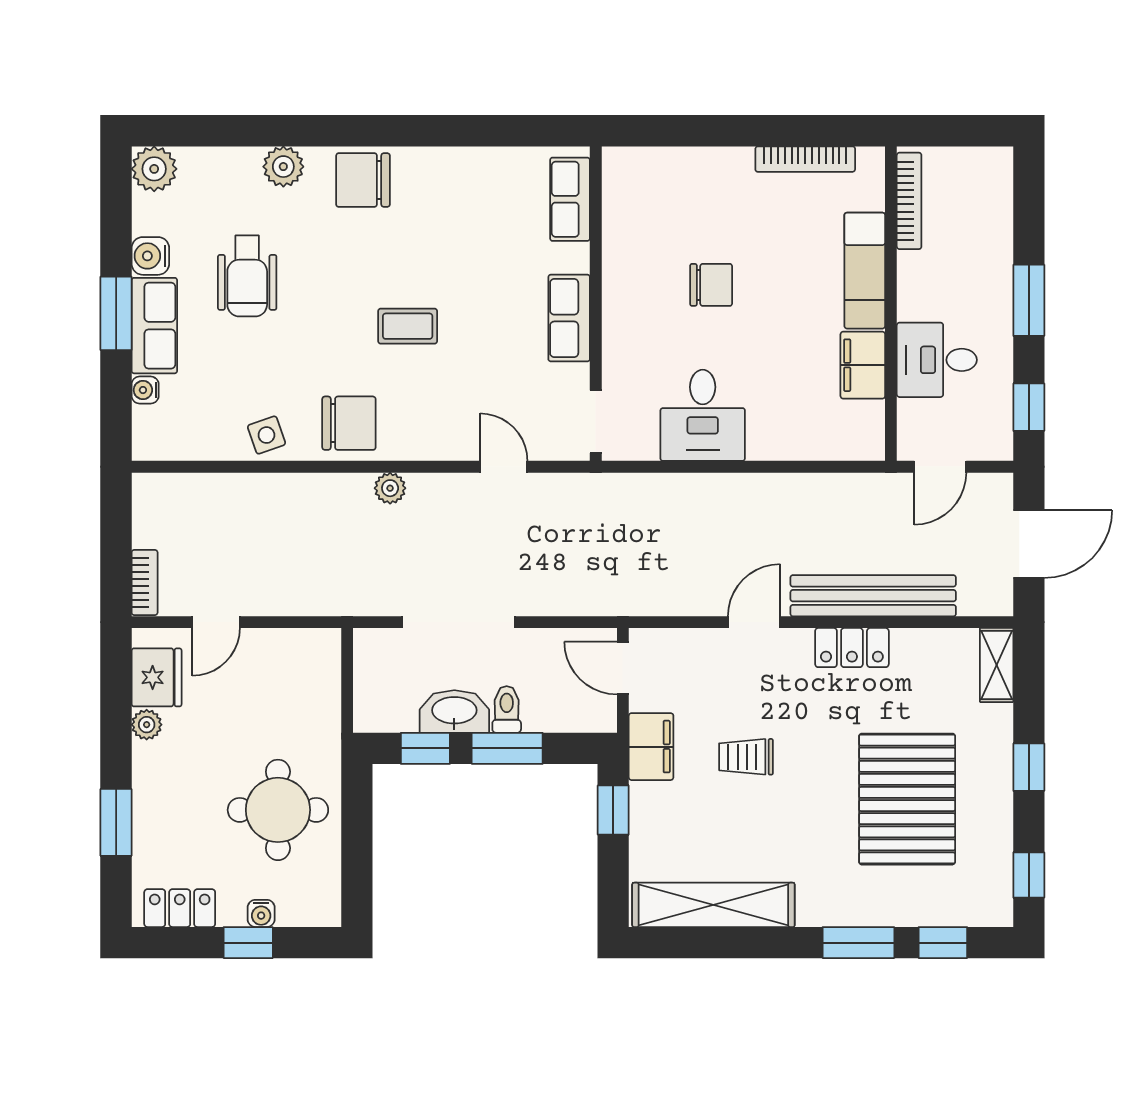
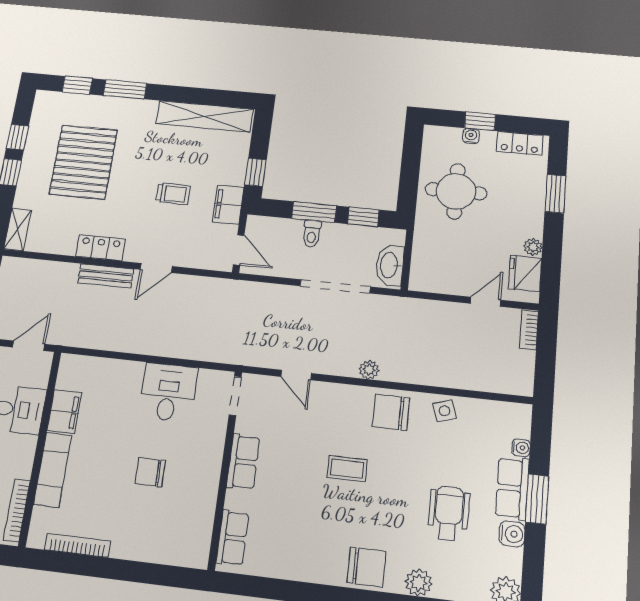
bench: (873, 596) -> (106, 276), width x0.54, depth x0.82
washbasin: (454, 712) -> (390, 265), moved, turned 90
window: (1029, 875) -> (17, 137), moved

